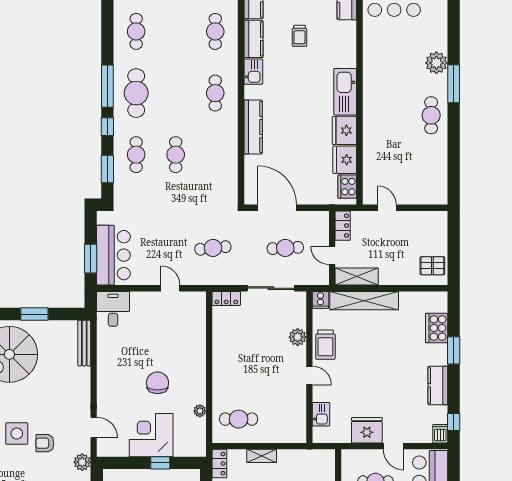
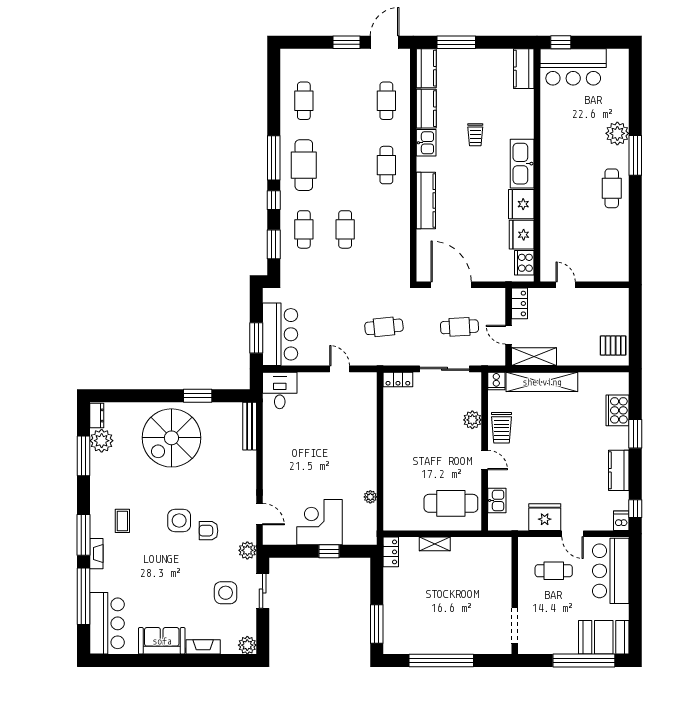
trolley: (299, 36) -> (475, 135), moved
chair: (157, 383) -> (326, 468), removed
cafe table: (239, 419) -> (451, 503), moved, width x1.37, depth x1.35

